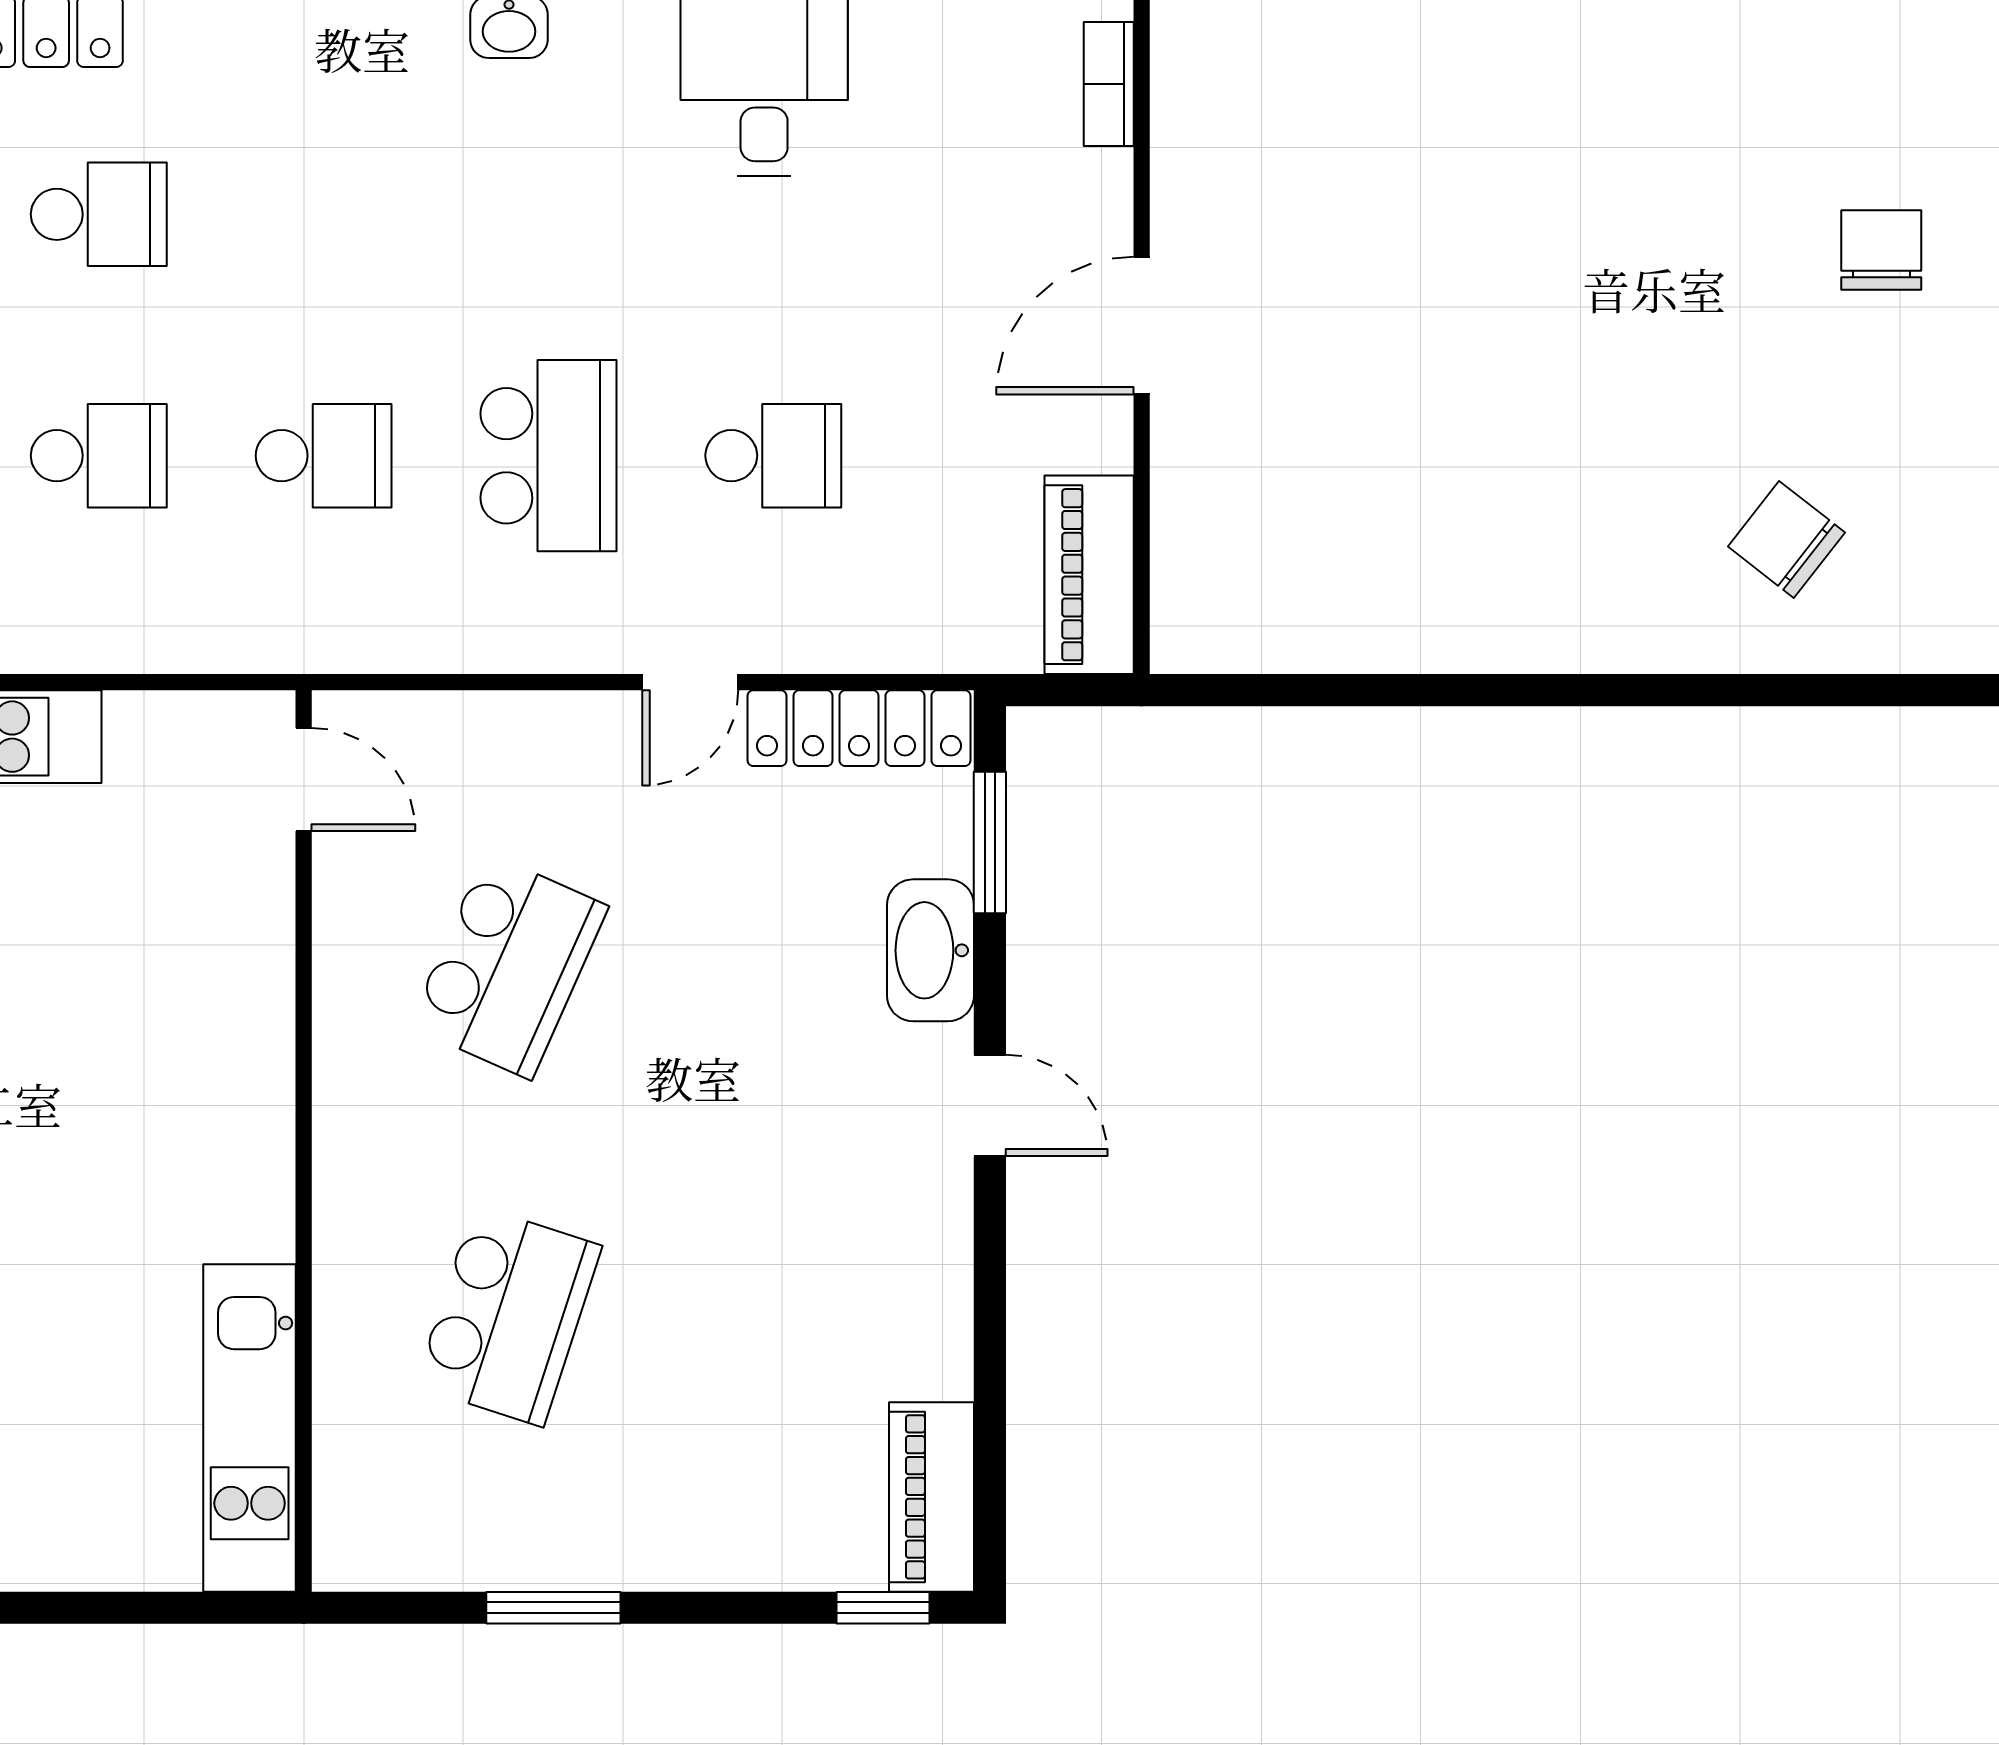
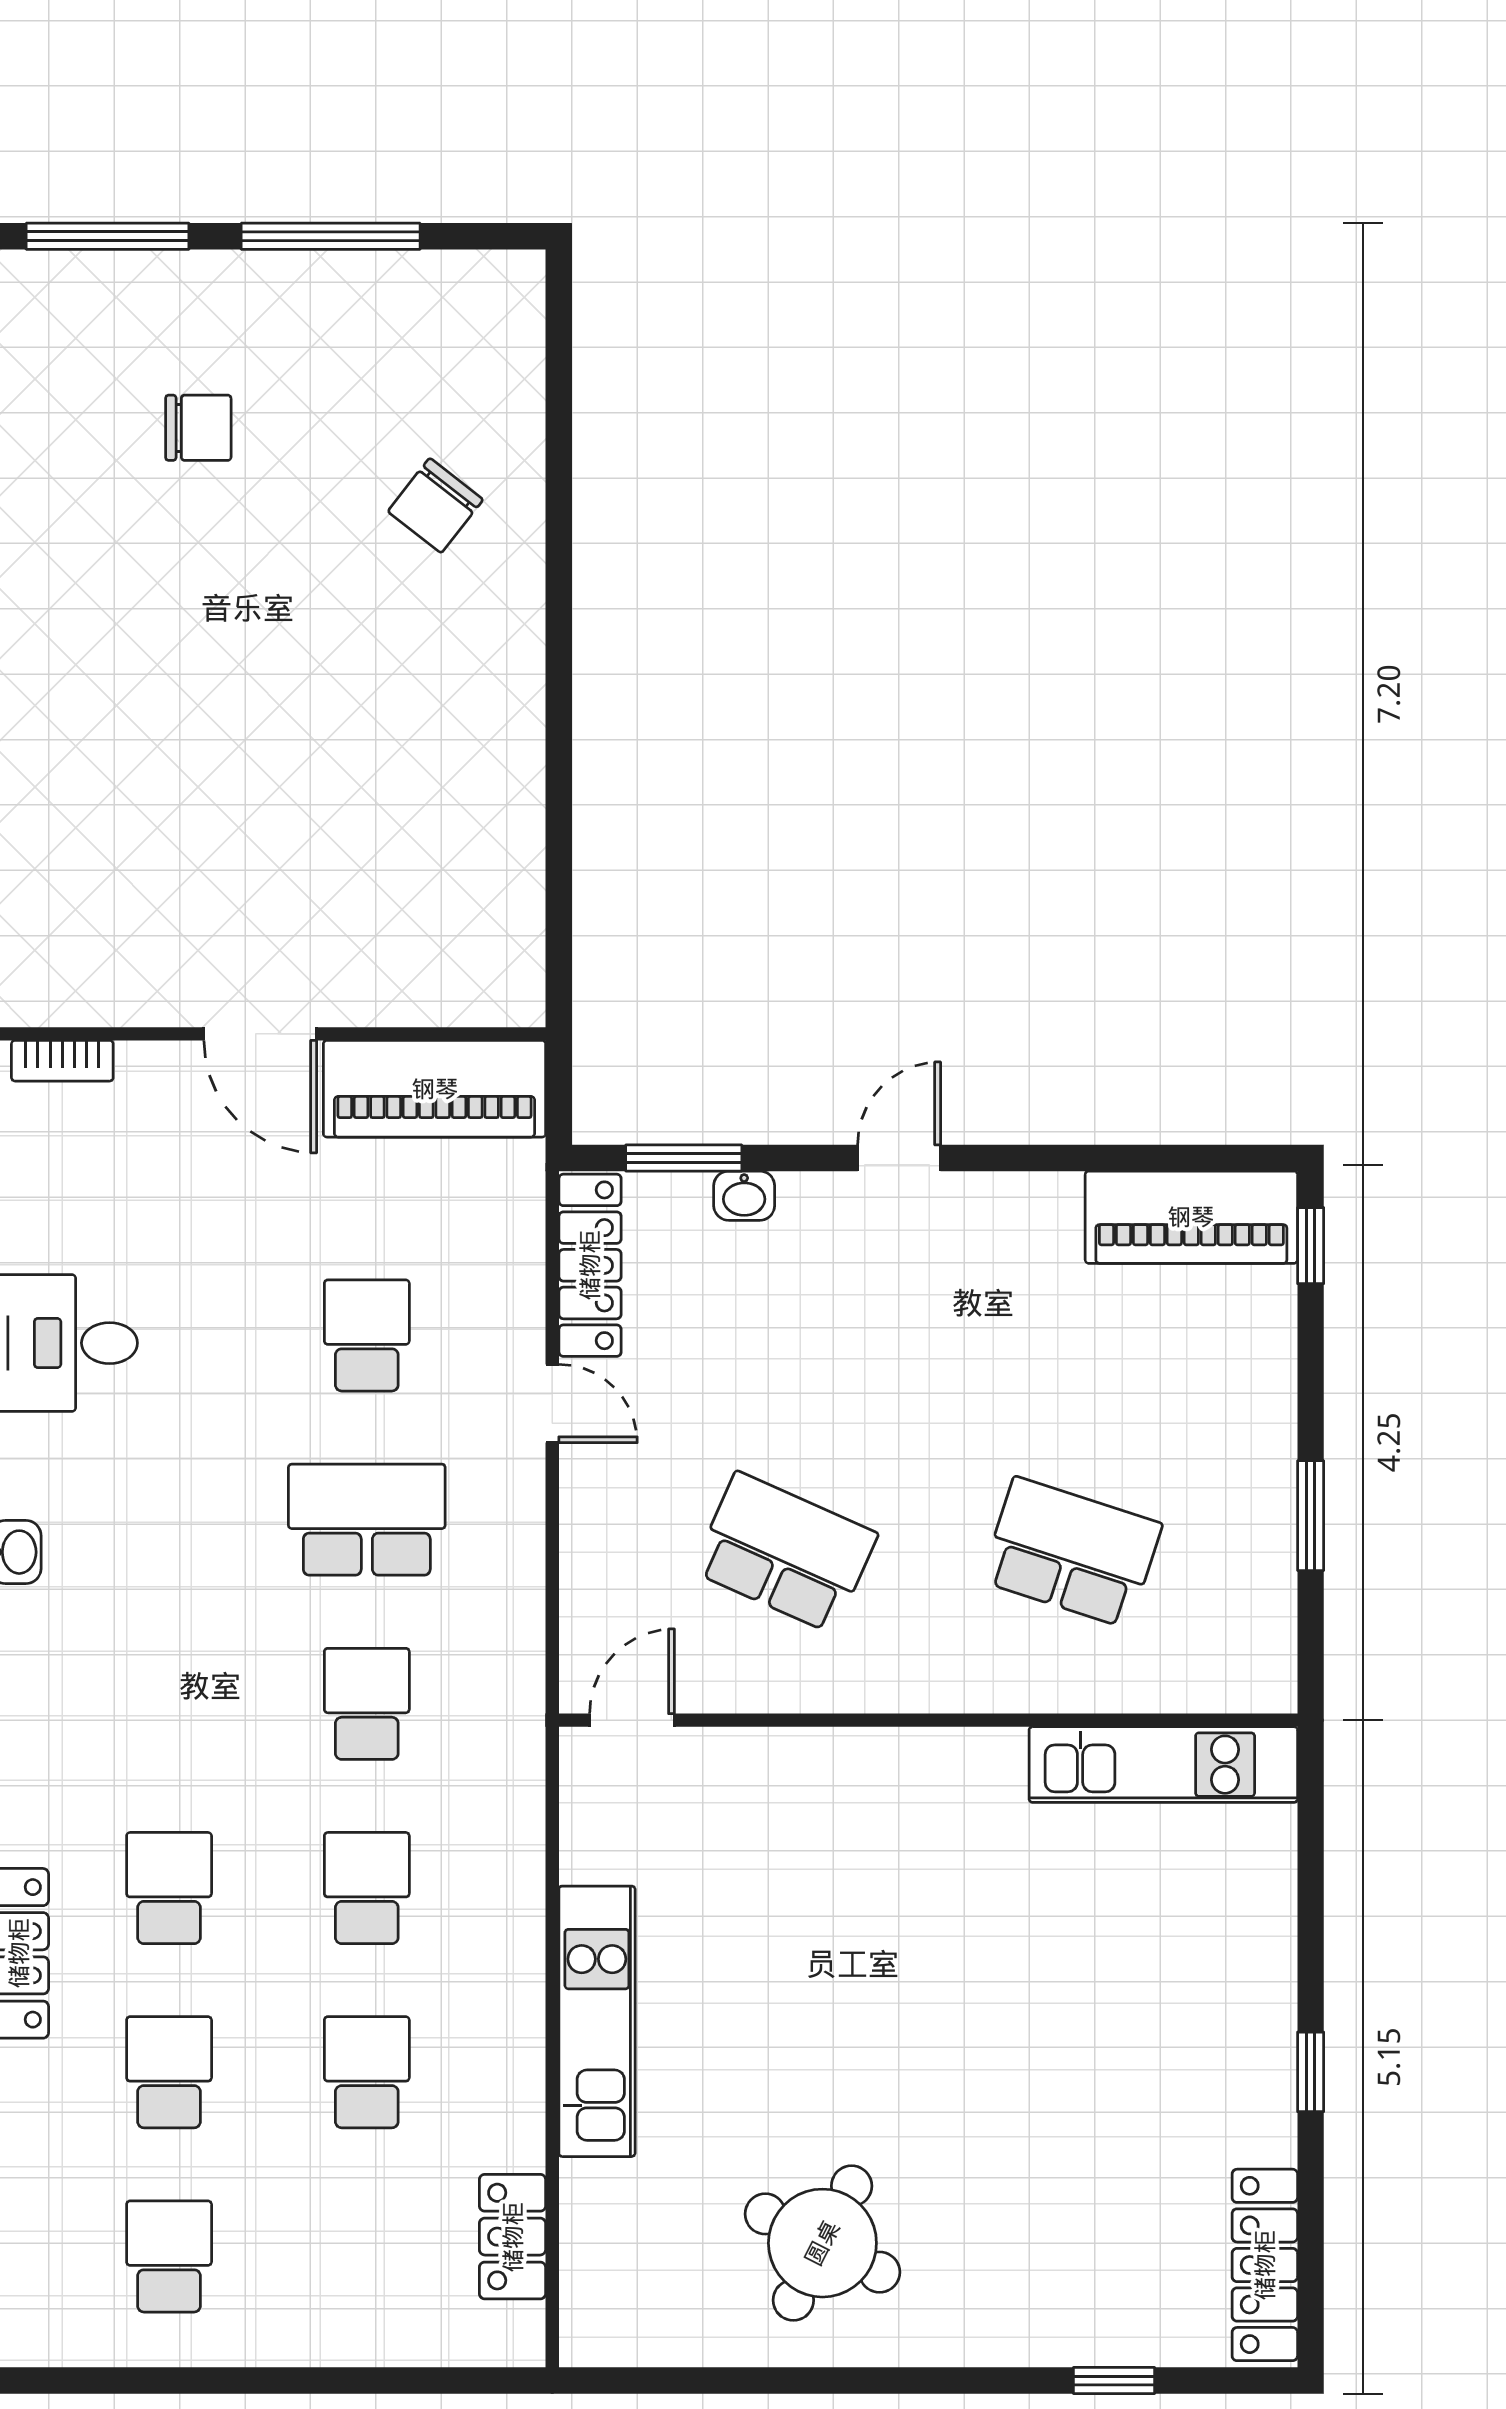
chair: (1881, 250) -> (198, 428), turned 180
piano: (1089, 575) -> (435, 1089), width x1.37, depth x1.33
washbasin: (931, 950) -> (744, 1196), width x0.52, depth x0.69
piano: (932, 1497) -> (1191, 1217), width x1.37, depth x1.33

